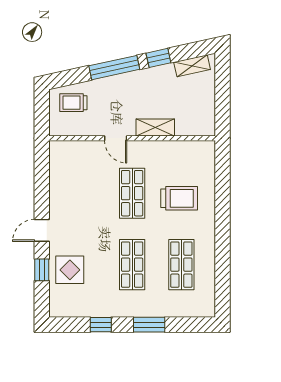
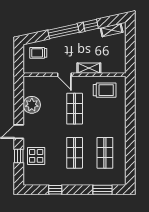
plant: (63, 187) -> (32, 105), added
trolley: (179, 198) -> (105, 90), moved
window: (149, 325) -> (103, 190), moved

